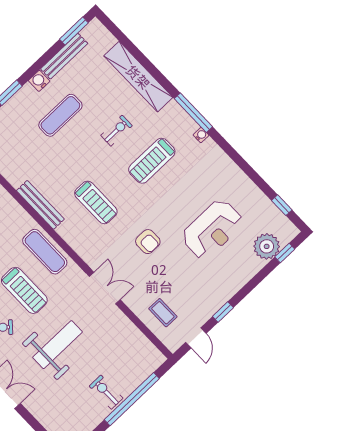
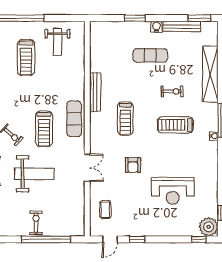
plant: (267, 246) -> (209, 227), moved

